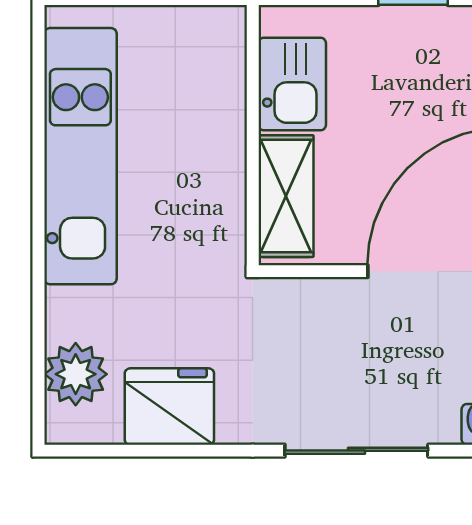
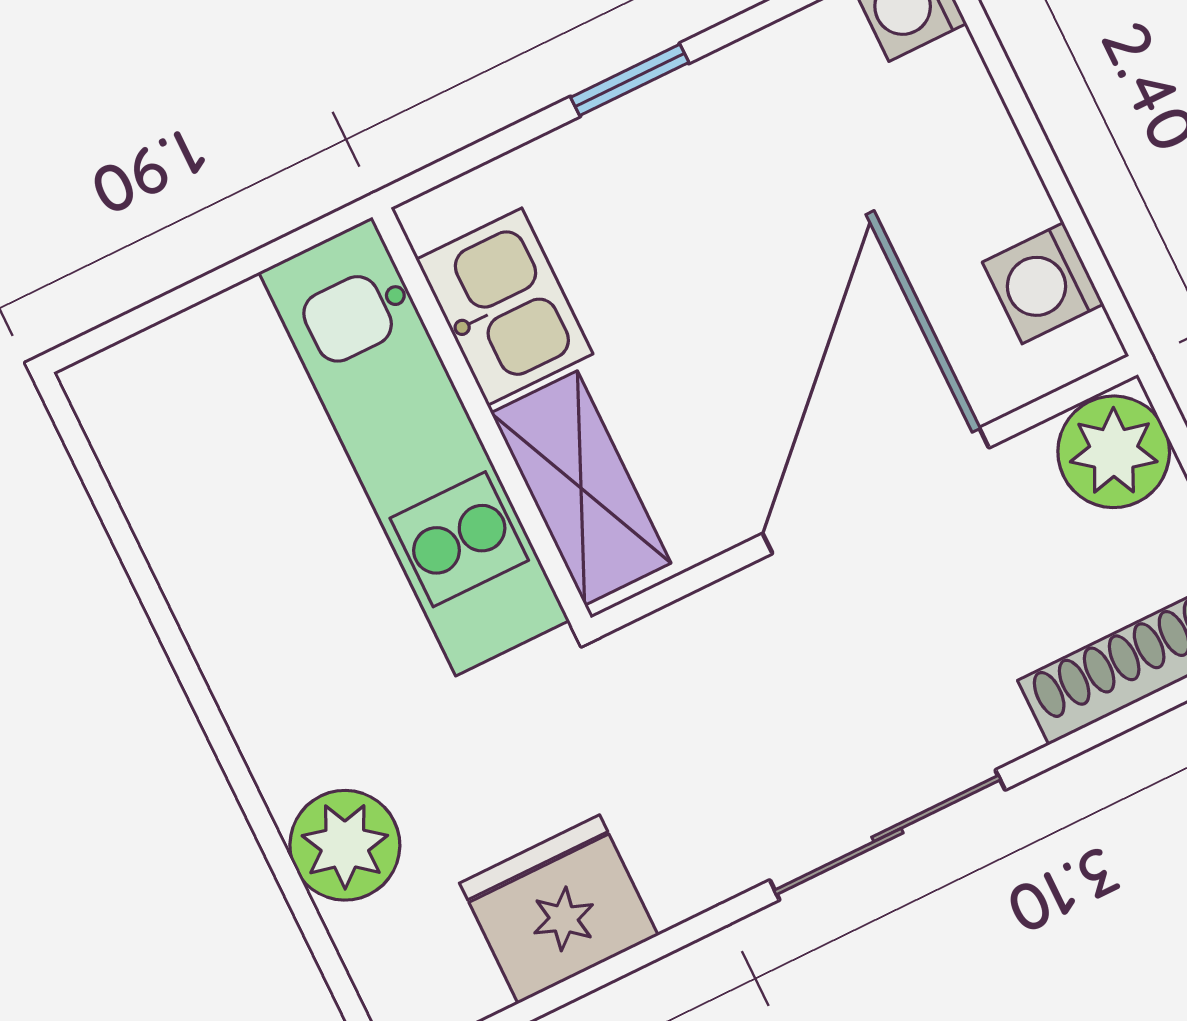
kitchen unit: (80, 156) -> (414, 446), moved, turned 180
plant: (76, 374) -> (345, 845), moved

